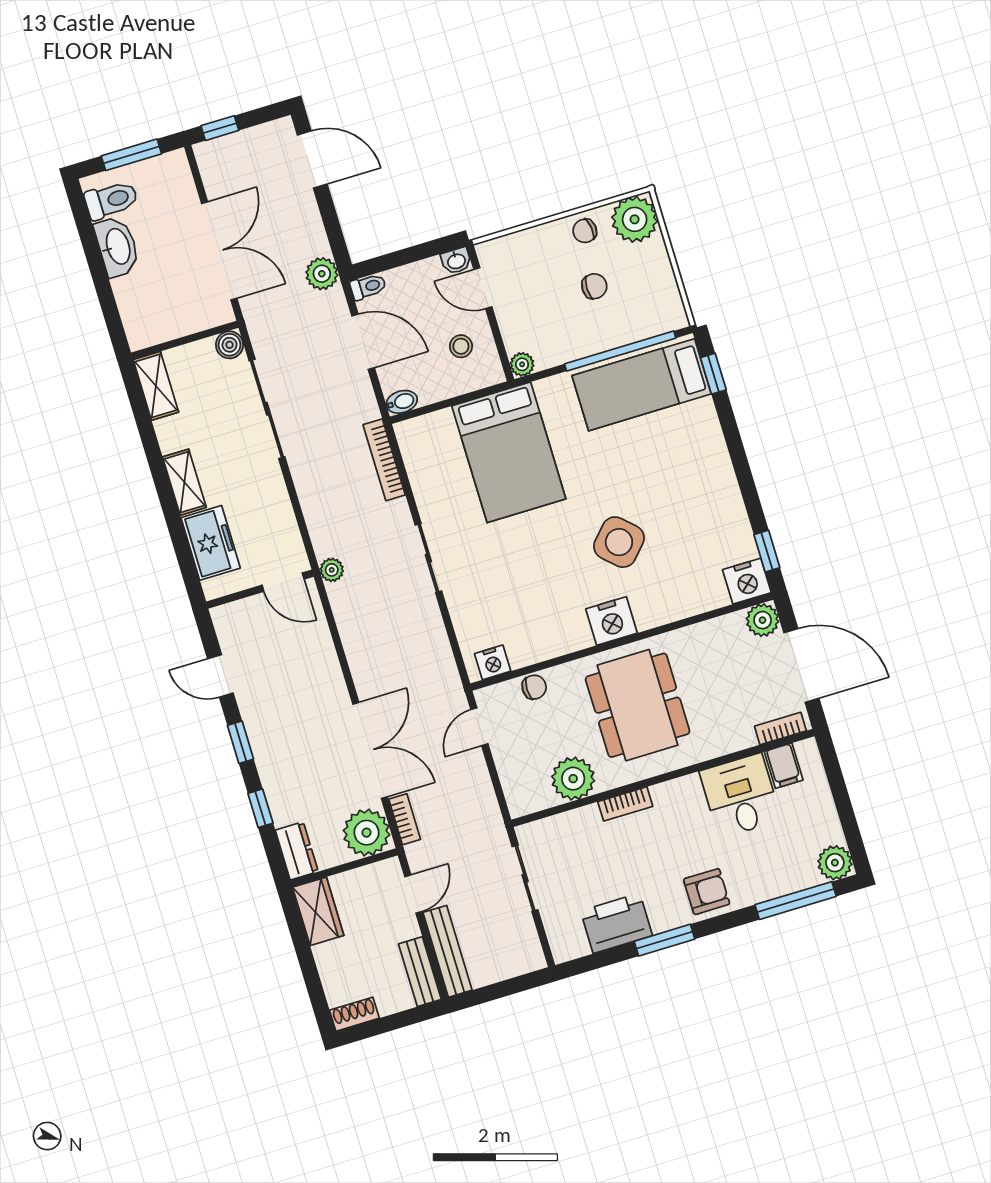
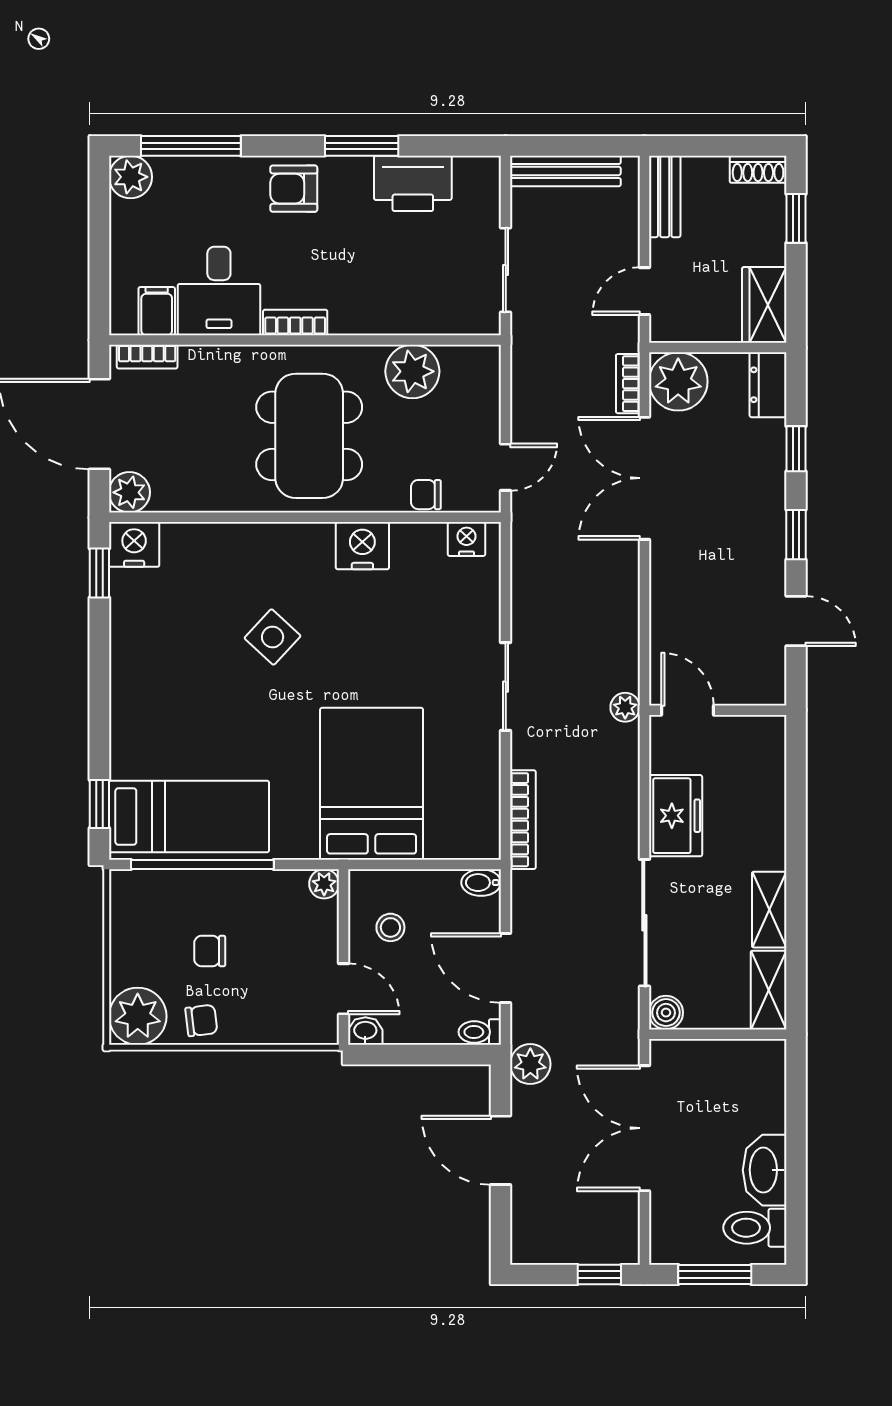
door: (312, 160) -> (501, 1150), moved
shelving: (184, 482) -> (769, 910), moved
side table: (619, 542) -> (273, 637), width x0.73, depth x0.73
freezer: (211, 543) -> (676, 816), moved, turned 180
nightstand: (612, 621) -> (362, 546), moved
bookcase: (625, 804) -> (295, 322), moved
bench: (448, 951) -> (565, 171), moved, turned 90
window: (314, 985) -> (796, 218), added

